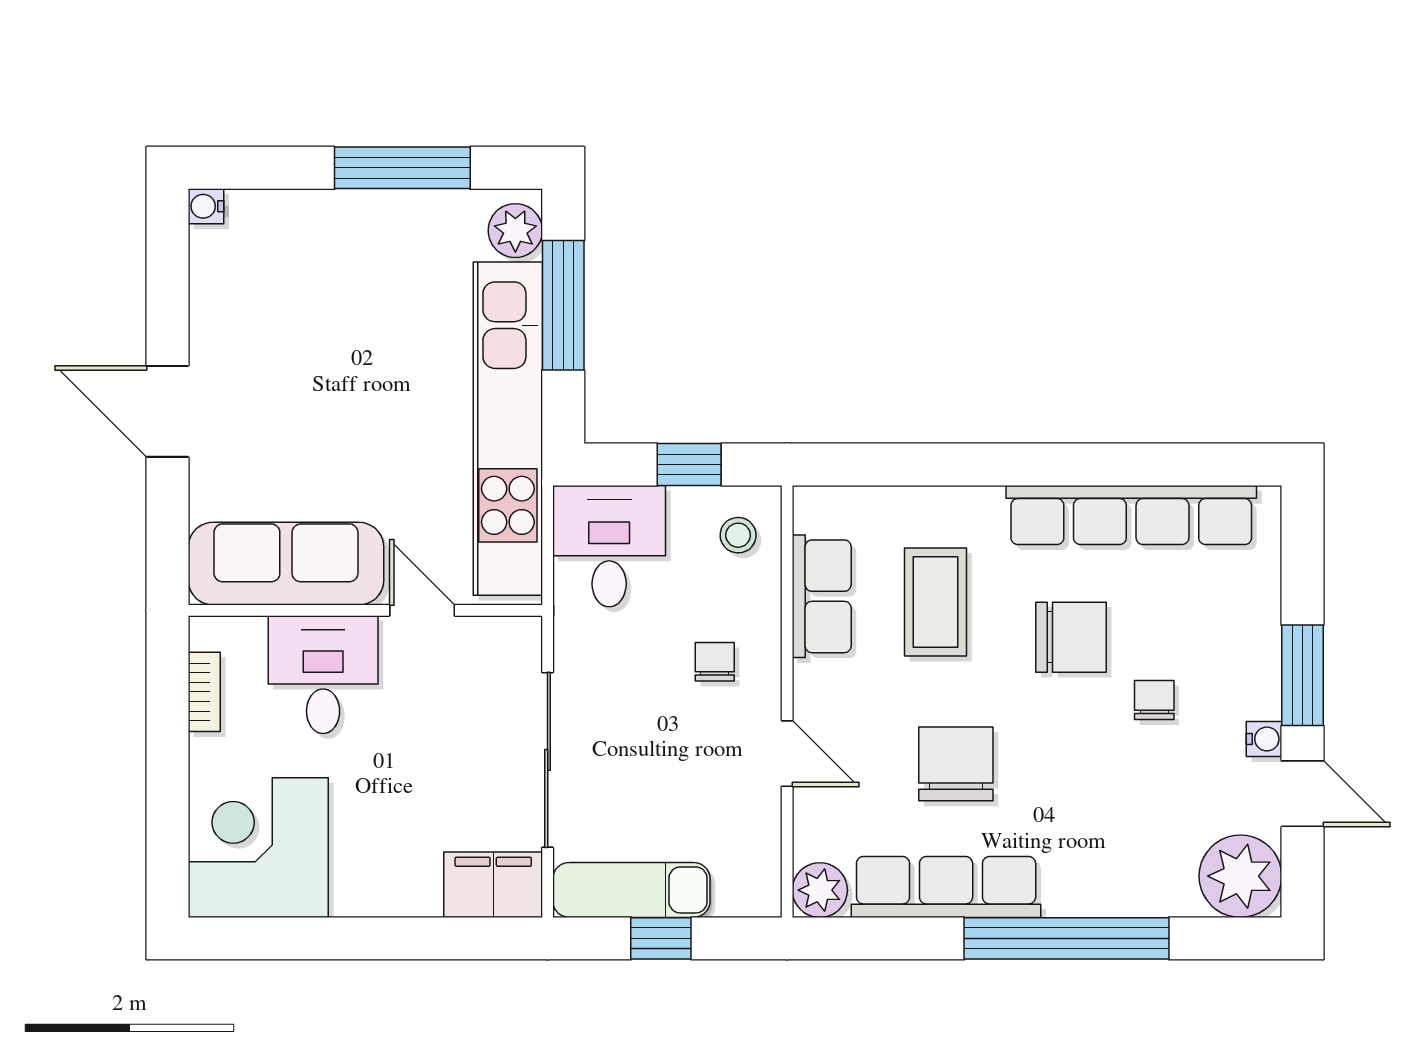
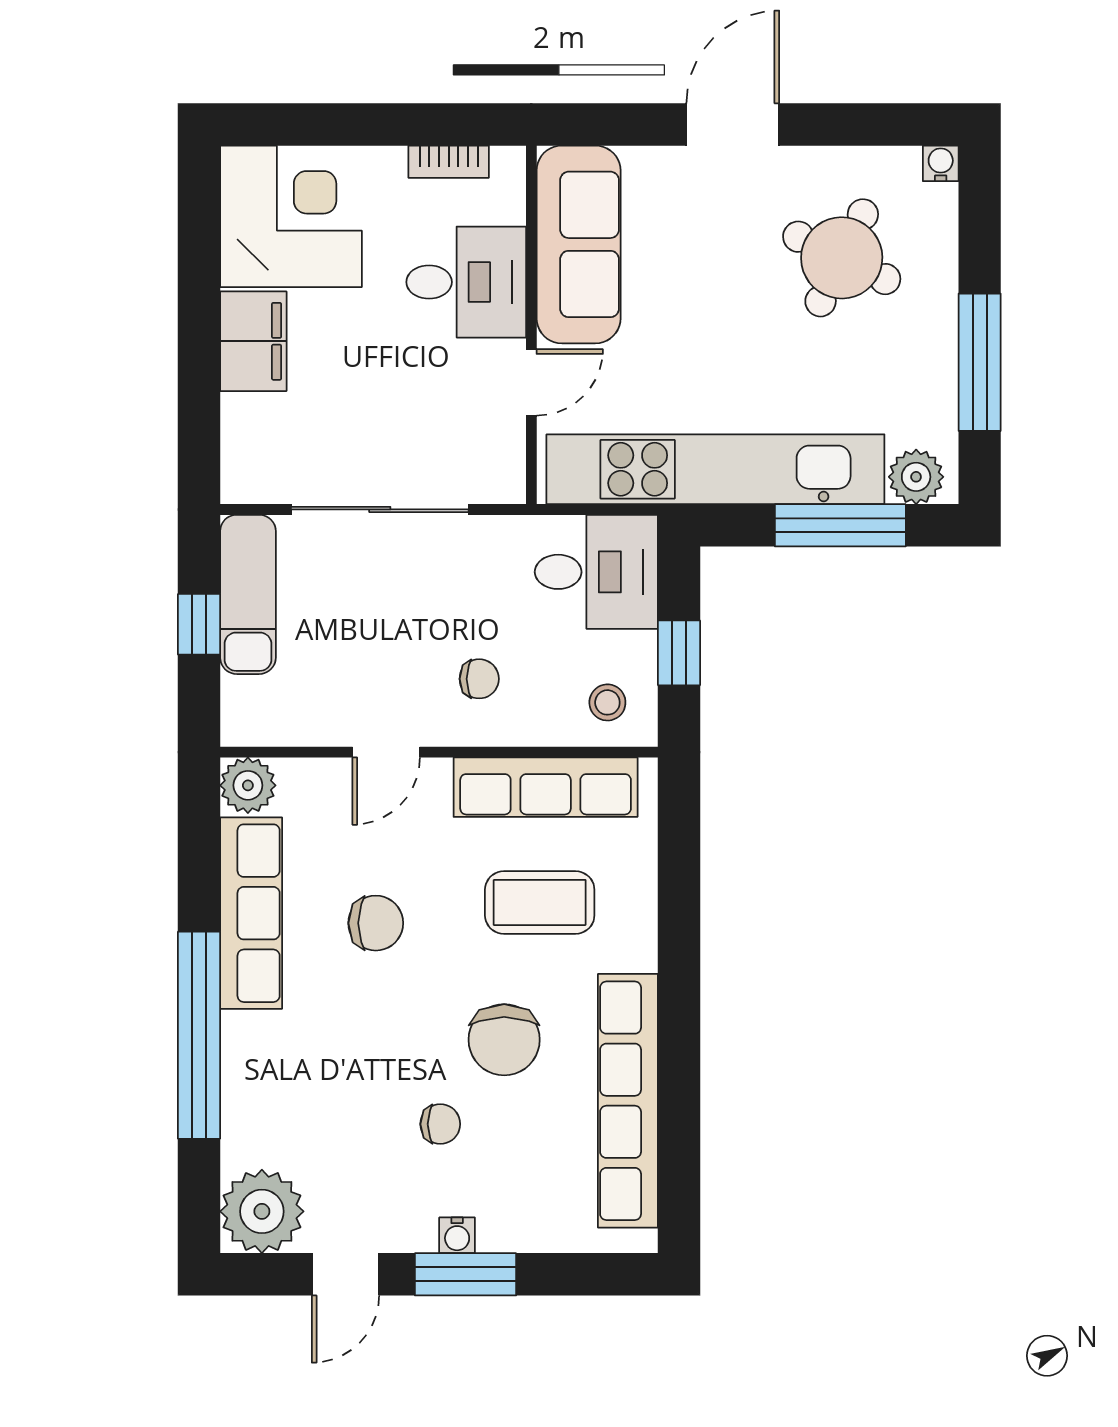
round table: (299, 304) -> (842, 258), added
row of seats: (822, 596) -> (546, 787), width x1.48
water cooler: (1264, 739) -> (457, 1235), moved
chair: (956, 764) -> (376, 923), width x0.73, depth x0.73
filing cabinet: (493, 885) -> (253, 341), moved

